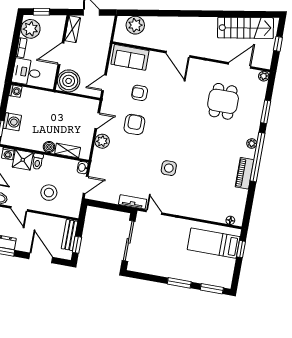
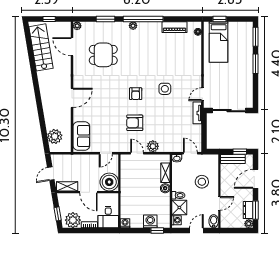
door: (104, 83) -> (106, 153), hinge flipped
armchair: (140, 93) -> (136, 94), moved
piano: (244, 173) -> (175, 27), moved

